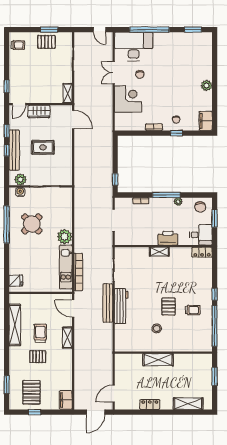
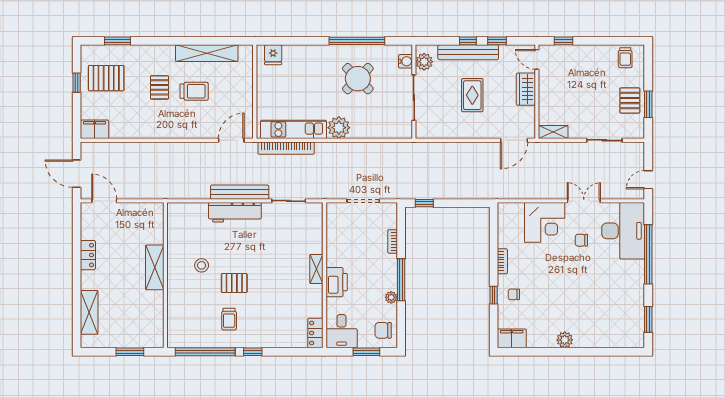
shelving: (67, 338) -> (188, 132), removed

